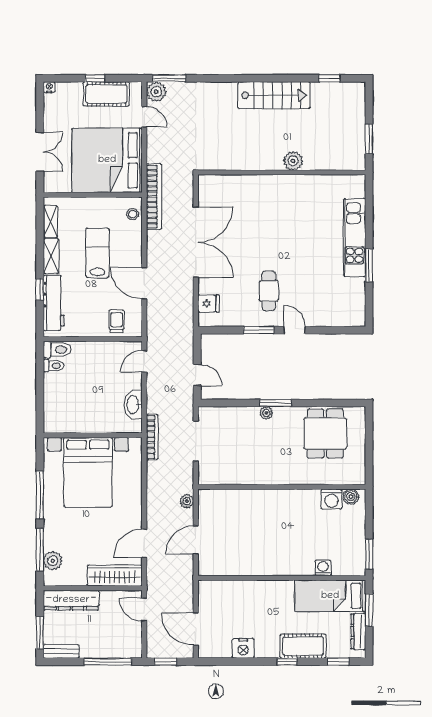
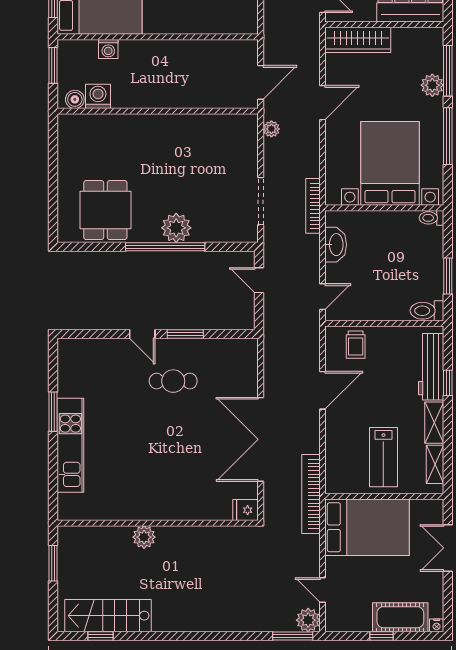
cot: (106, 94) -> (400, 617), moved
stairs: (274, 95) -> (108, 616), moved
bed: (107, 160) -> (367, 527), width x0.73
stool: (133, 214) -> (336, 473), removed
lab bench: (98, 253) -> (383, 457), moved
door: (144, 283) -> (322, 390), hinge flipped
cafe table: (269, 291) -> (173, 381), turned 90
fridge: (208, 303) -> (246, 510), moved
toilet: (53, 366) -> (431, 218), moved
window: (40, 378) -> (448, 276), added
window: (276, 403) -> (165, 247), width x2.11
plant: (266, 413) -> (176, 228), width x1.88, depth x1.88
wall: (282, 487) -> (158, 111), moved
boiler: (351, 497) -> (75, 99), moved
washing machine: (331, 499) -> (98, 96), moved
door: (144, 543) -> (322, 103), moved
plant: (53, 561) -> (432, 85), moved

